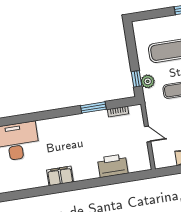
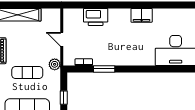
window: (137, 79) -> (64, 98), moved
plant: (148, 81) -> (55, 64), moved

